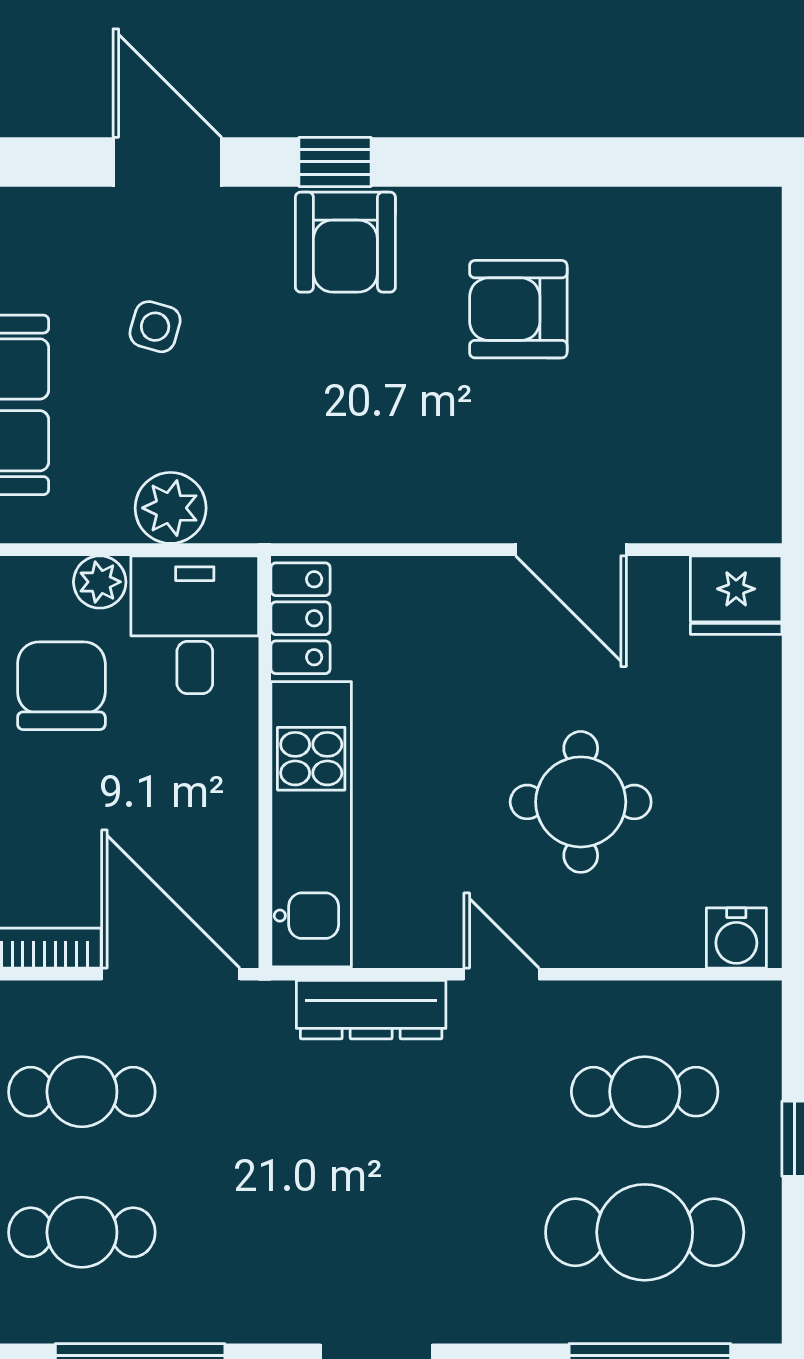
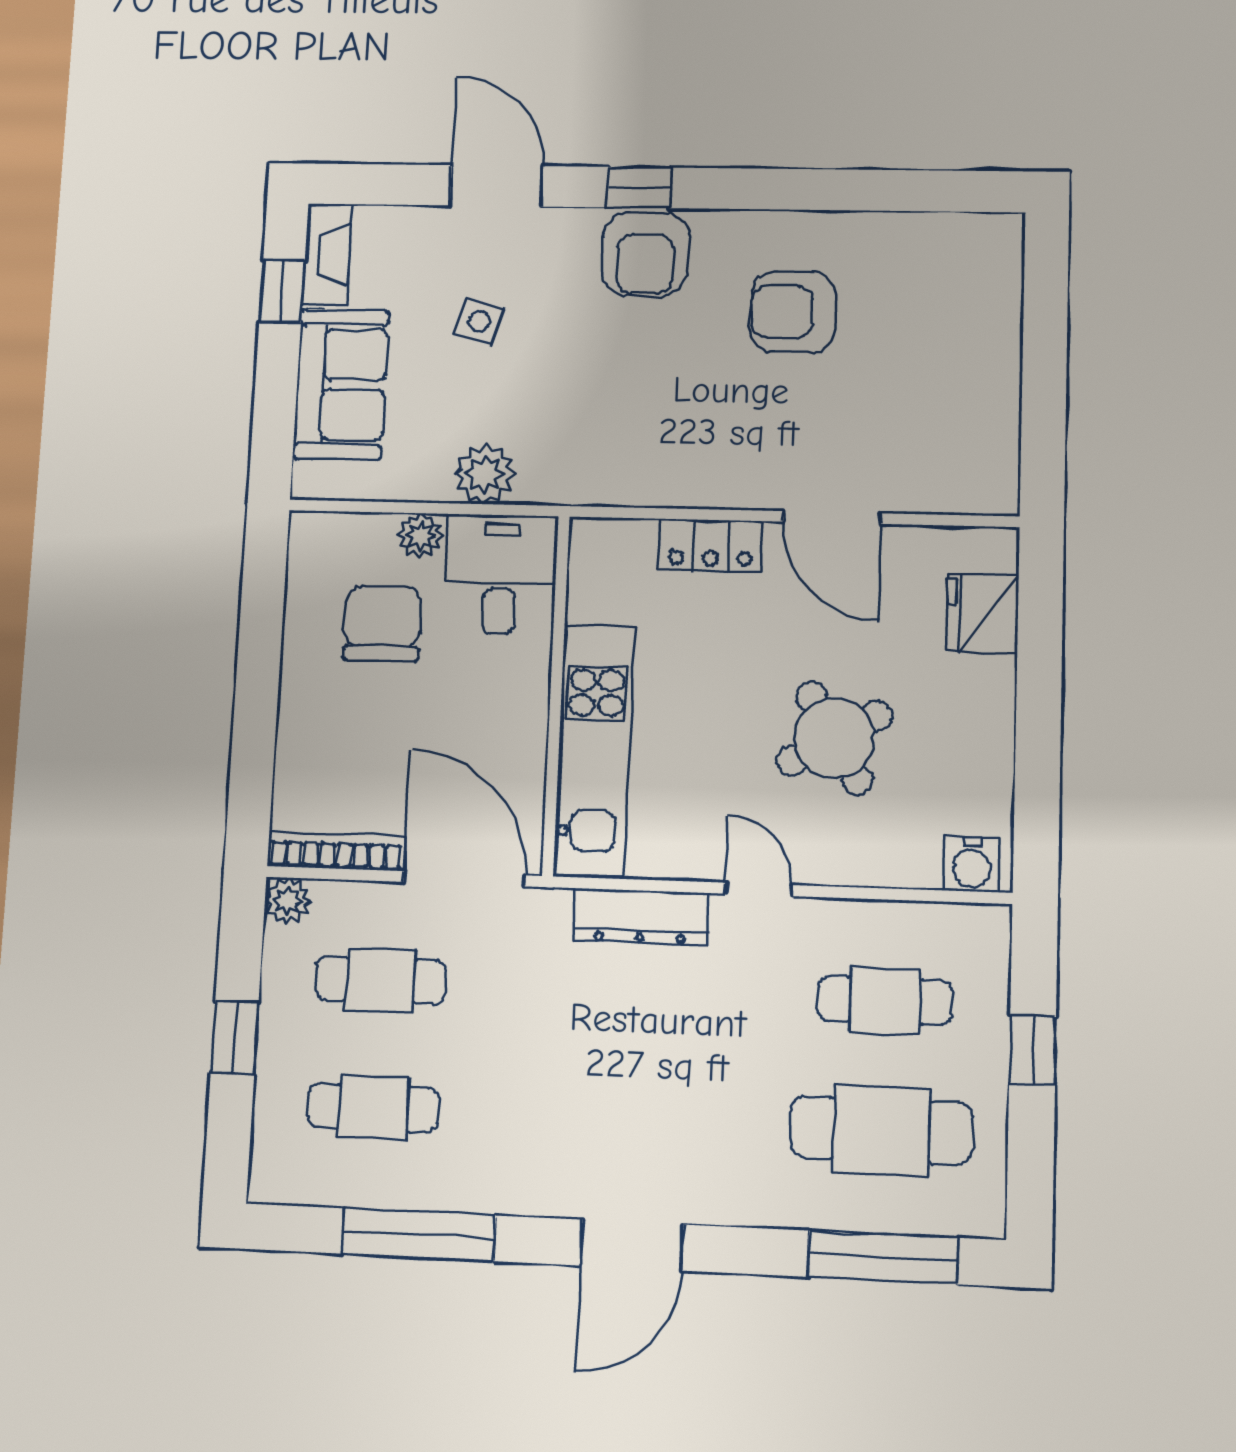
fridge: (736, 595) -> (983, 613), moved, turned 90
locker: (301, 618) -> (711, 545), moved, turned 90
round table: (581, 802) -> (834, 738), turned -30

